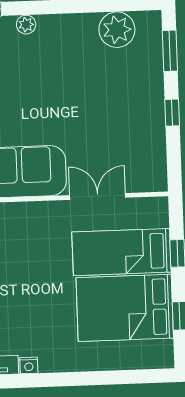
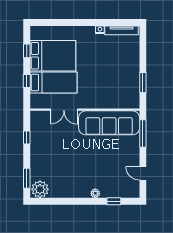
plant: (117, 30) -> (40, 189), moved
window: (172, 113) -> (27, 137), moved

